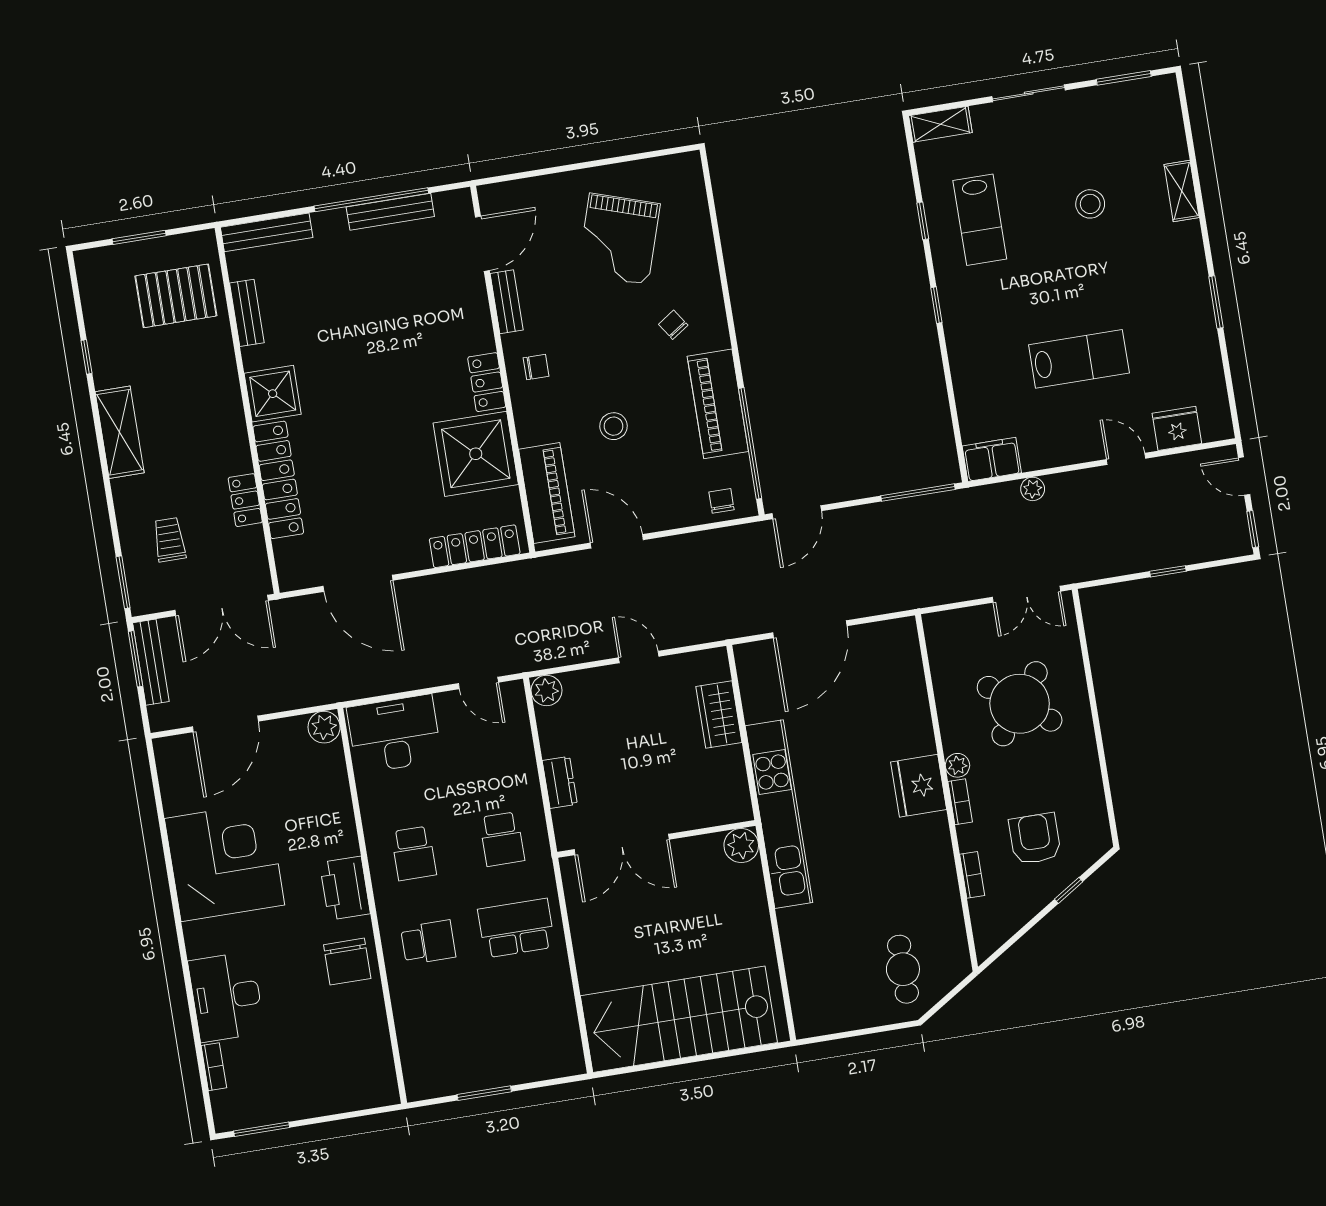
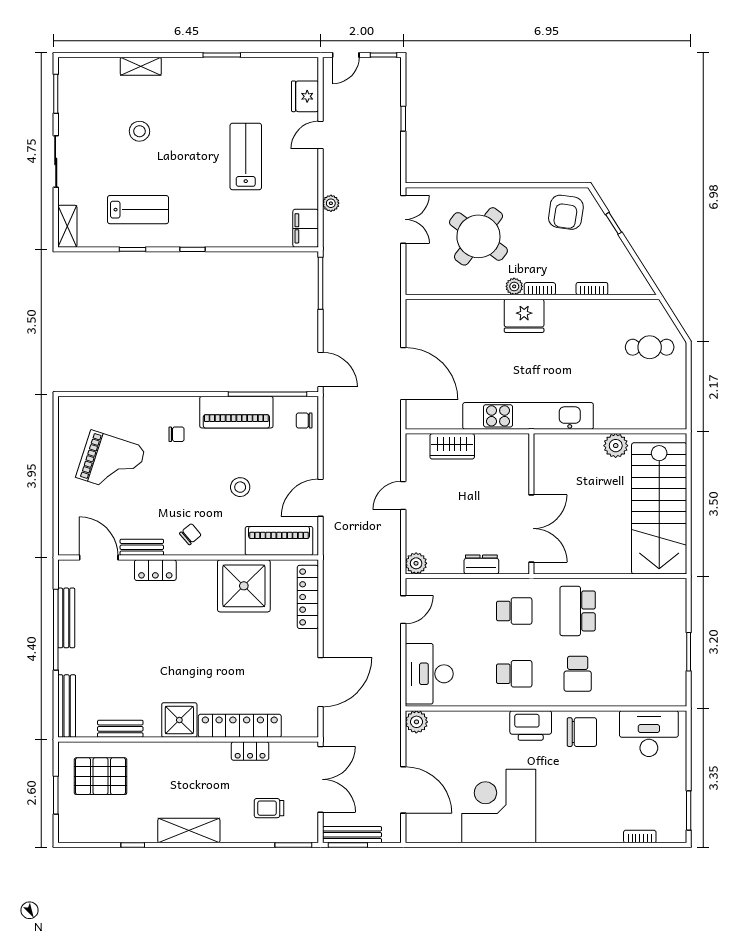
pallet: (176, 296) -> (101, 776), turned 90
chair: (673, 325) -> (176, 434), turned -146
chair: (536, 367) -> (190, 534), turned 50
locker: (487, 382) -> (155, 570), moved
armchair: (1035, 839) -> (566, 212), moved, turned -82
plant: (741, 845) -> (616, 446), moved
school desk: (428, 942) -> (578, 674), turned 180
desk: (226, 997) -> (649, 734), moved, turned 180

